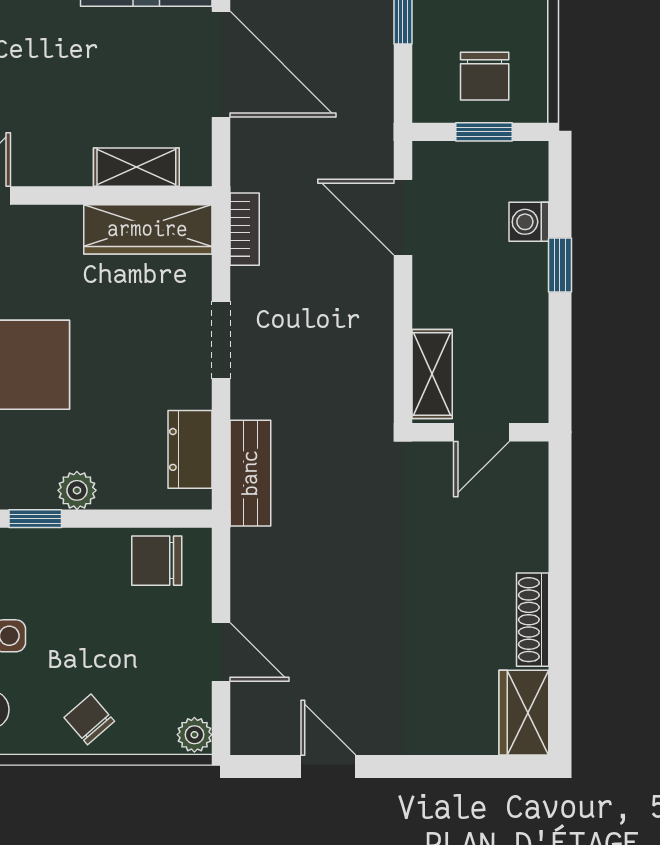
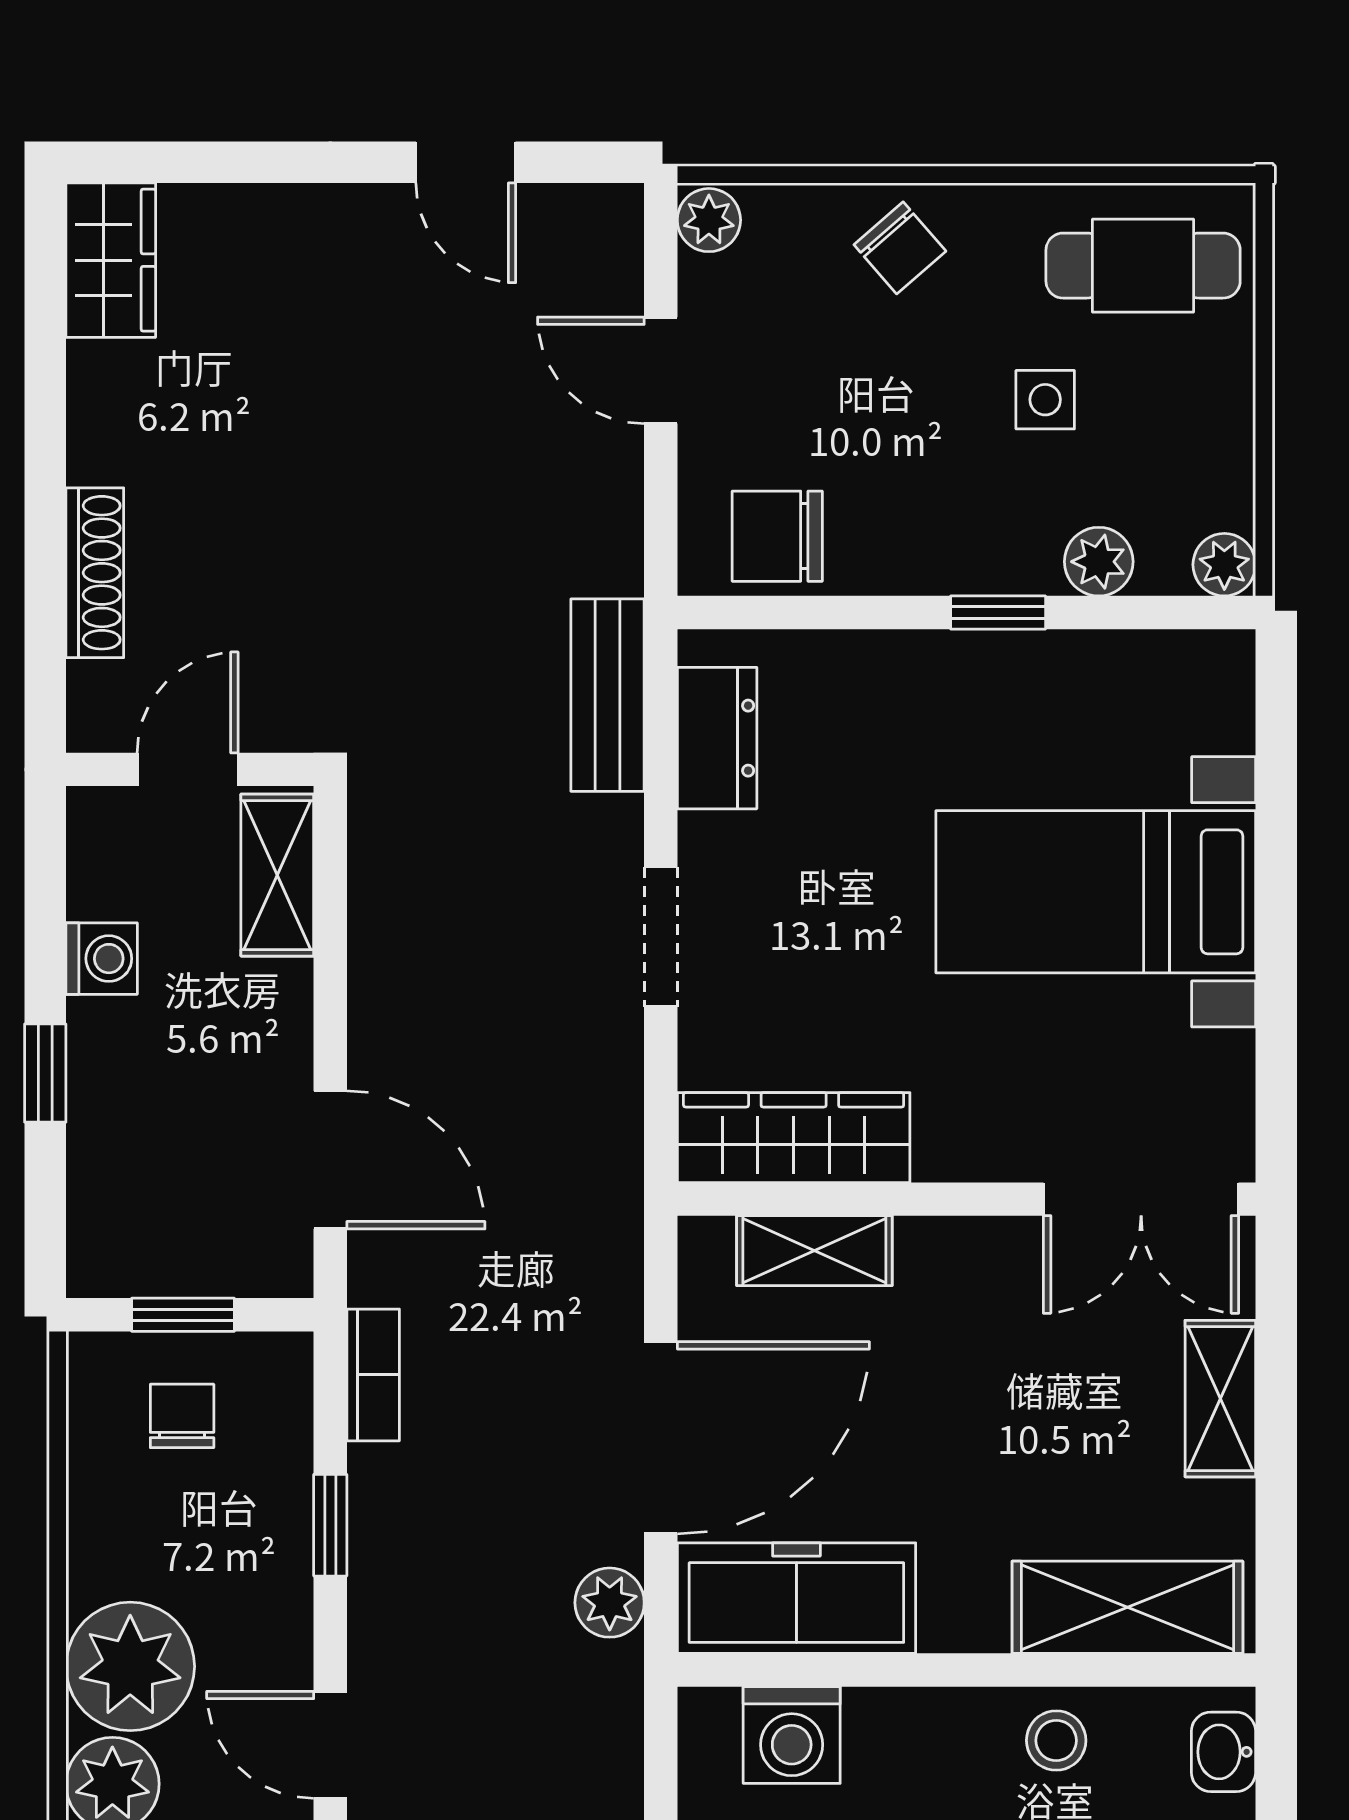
door: (221, 64) -> (661, 1438), swing flipped
chair: (485, 76) -> (182, 1416), width x0.73, depth x0.73
washing machine: (529, 222) -> (102, 959), moved
bookcase: (245, 229) -> (373, 1375), moved, turned 180
plant: (77, 490) -> (922, 664), removed
chair: (157, 561) -> (777, 536), turned 180
shoe rack: (533, 620) -> (95, 573), moved

